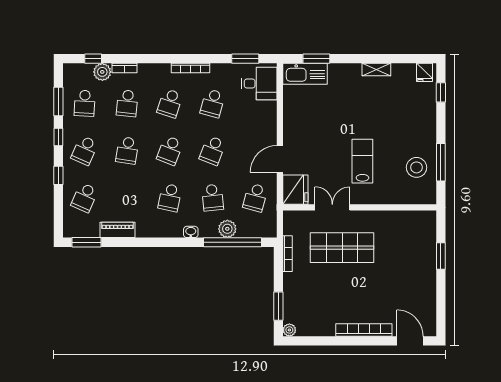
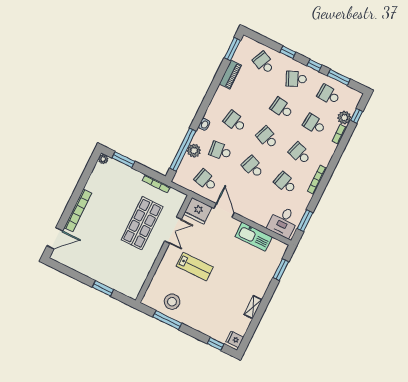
kitchen sink: (305, 74) -> (254, 237), moved, turned -90
school desk: (85, 150) -> (296, 79), turned -48

